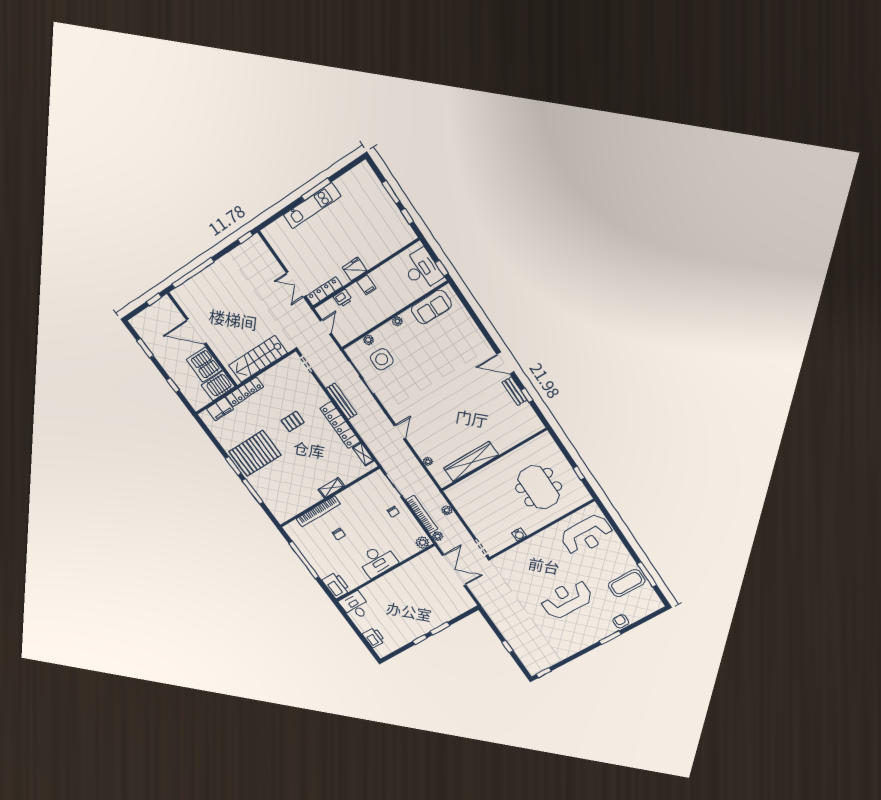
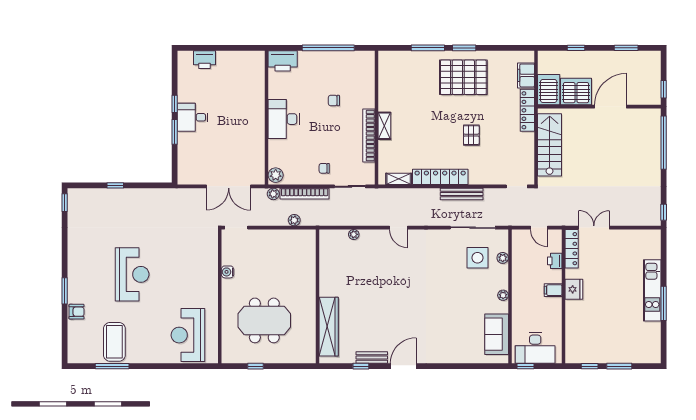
pallet: (255, 453) -> (463, 77), turned 90
wardrobe: (471, 462) -> (329, 327), moved
bookcase: (318, 511) -> (369, 136), moved
desk: (355, 606) -> (193, 117), moved, turned 180

